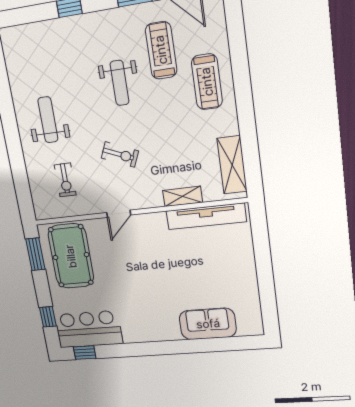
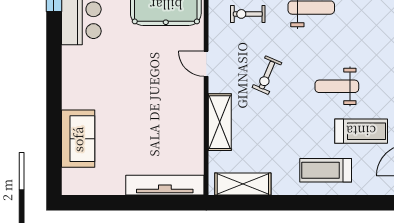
shelving: (183, 196) -> (220, 122), width x1.50, depth x1.33
tv unit: (206, 216) -> (165, 185), moved, turned 90

